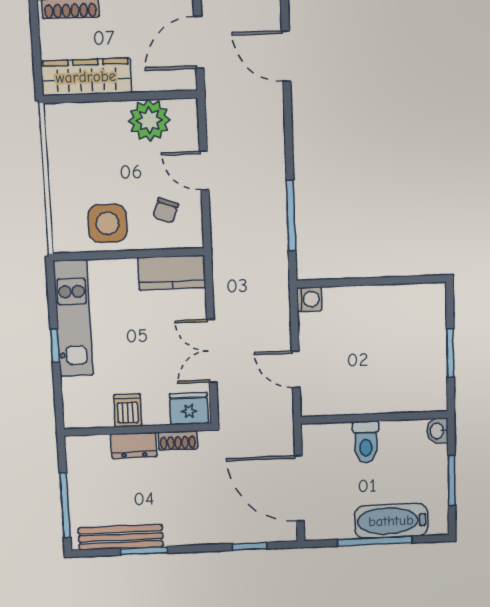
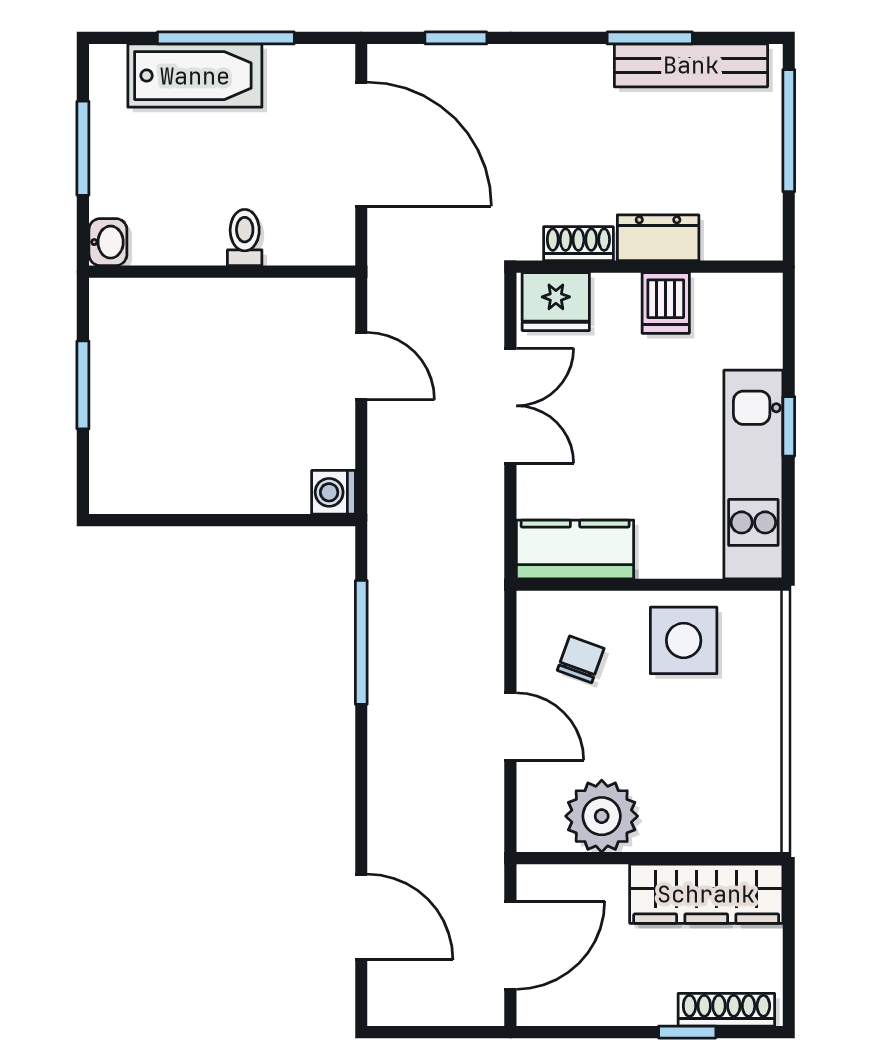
toilet: (366, 442) -> (245, 238), width x0.73, depth x0.72

